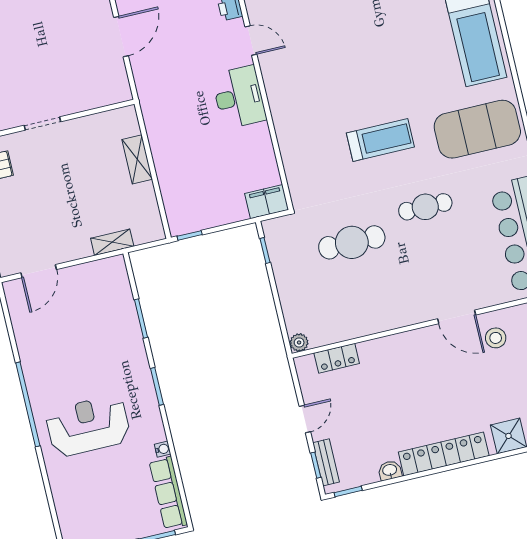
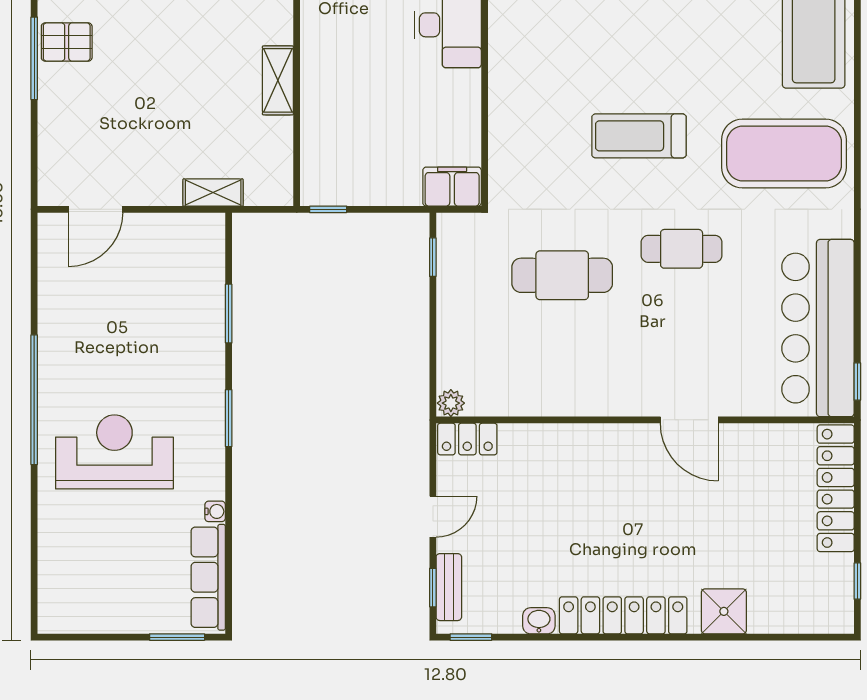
treadmill: (380, 140) -> (639, 136), turned 180
stool: (496, 338) -> (739, 464), removed
locker: (337, 358) -> (467, 439), moved

